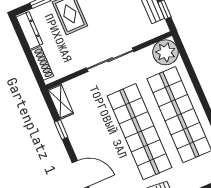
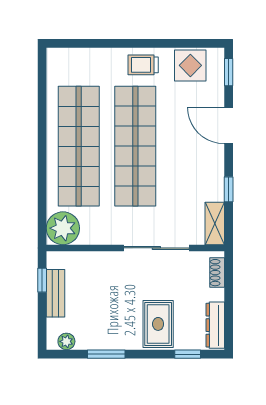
sliding door: (110, 60) -> (156, 248), moved
shoe rack: (42, 63) -> (217, 273), width x0.70

